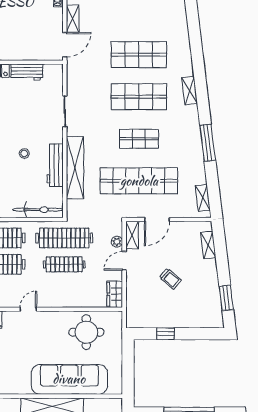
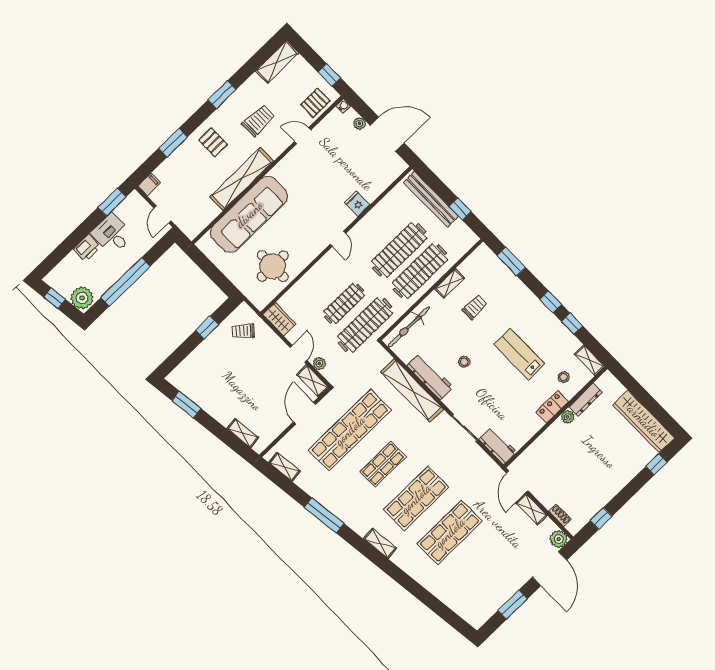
workbench: (27, 72) -> (498, 446), moved, turned 90
trolley: (170, 279) -> (243, 331), moved

